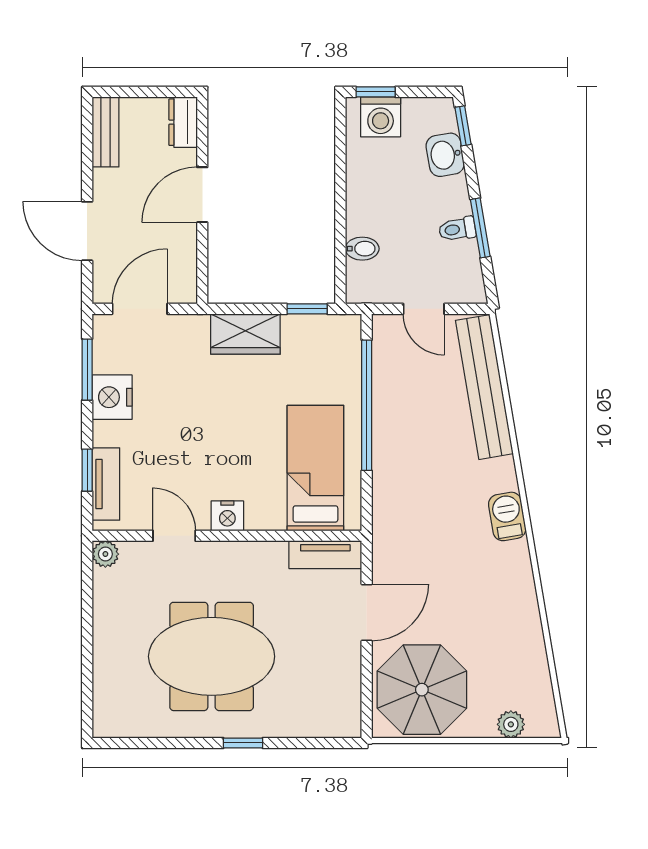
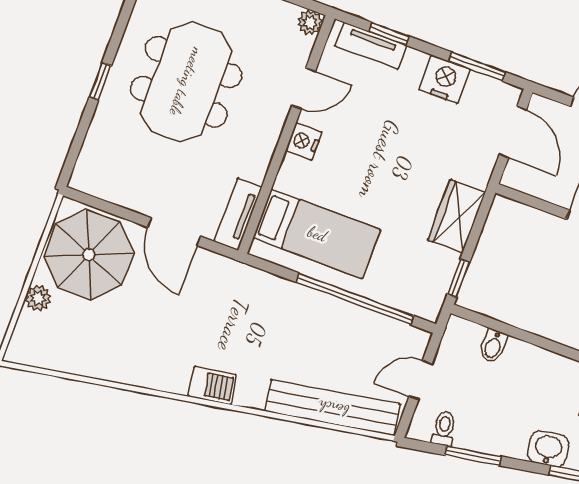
toilet: (457, 229) -> (444, 428), moved
plant: (511, 724) -> (38, 298), moved

